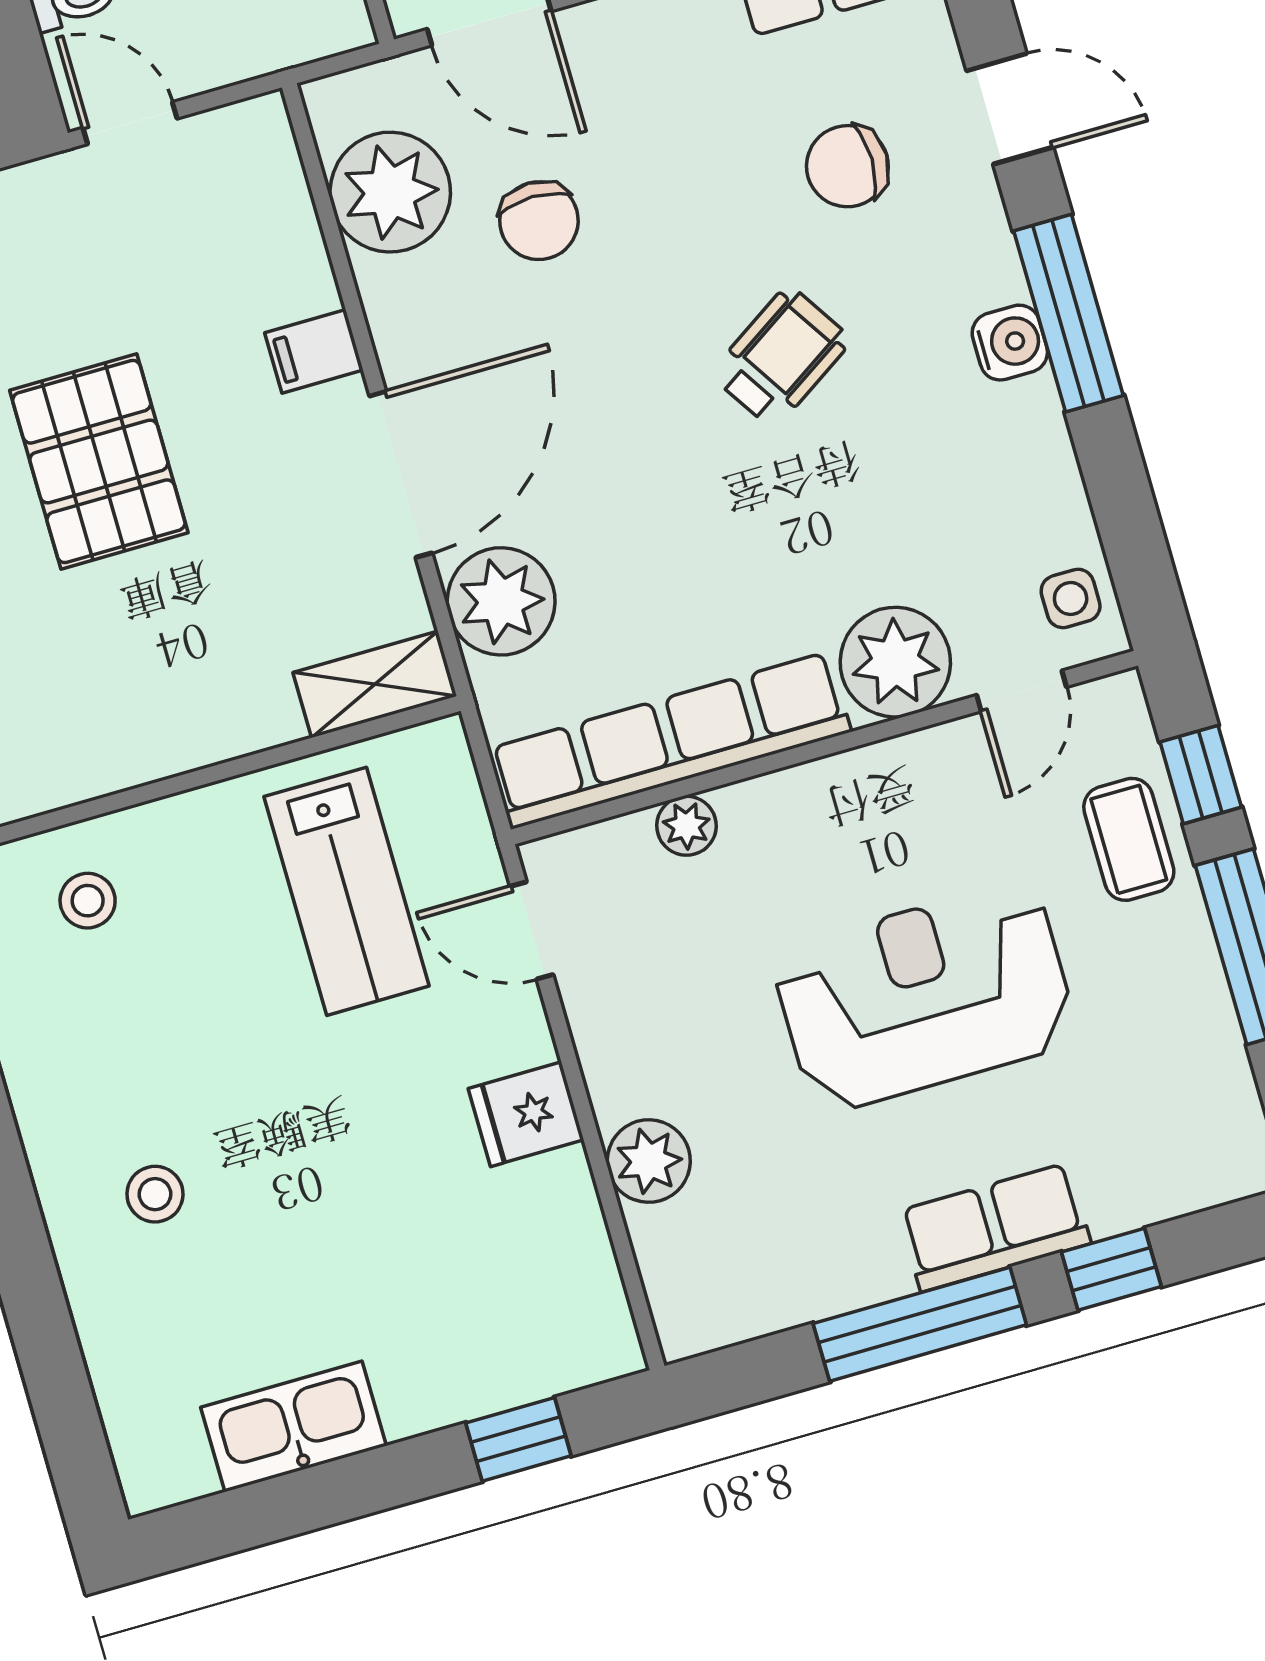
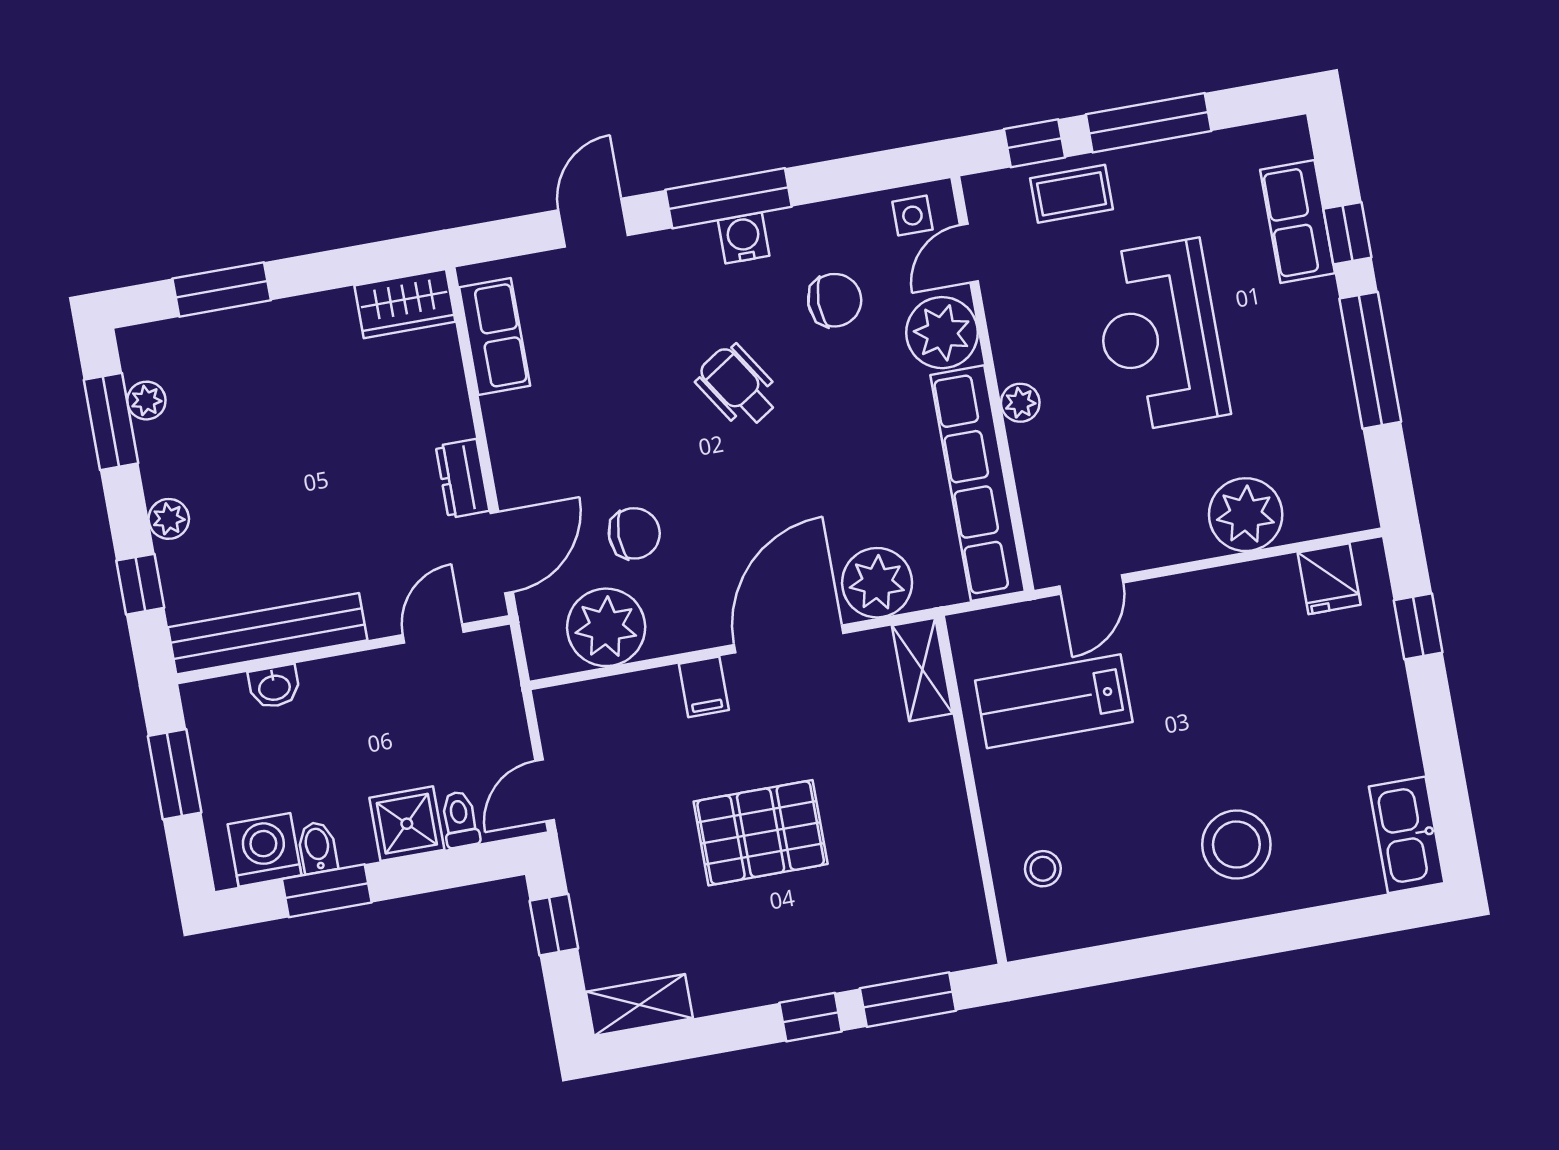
chair: (847, 166) -> (835, 300), moved, turned -90
door: (401, 474) -> (789, 639), hinge flipped
door: (1022, 691) -> (969, 253), swing flipped
plant: (686, 826) -> (1020, 403), moved
lab bench: (347, 891) -> (1054, 701), turned 180
fridge: (526, 1114) -> (1329, 579), moved
plant: (649, 1161) -> (1246, 515), width x1.36, depth x1.36
stool: (155, 1194) -> (1236, 845), width x1.89, depth x1.89
row of seats: (994, 1227) -> (1297, 221), moved
kitchen sink: (293, 1426) -> (1407, 835), moved

